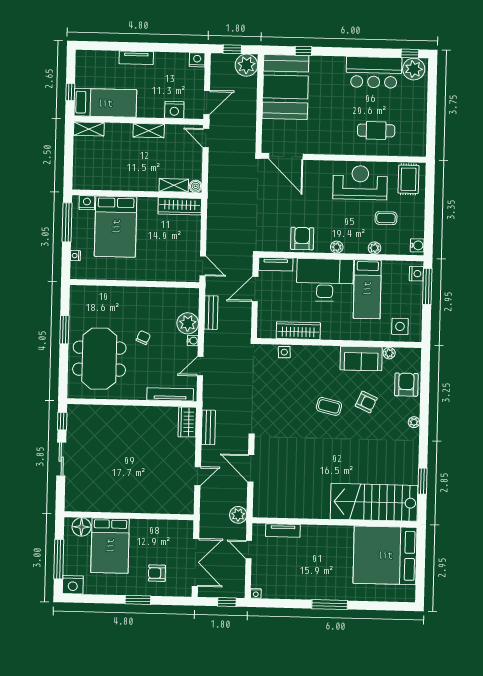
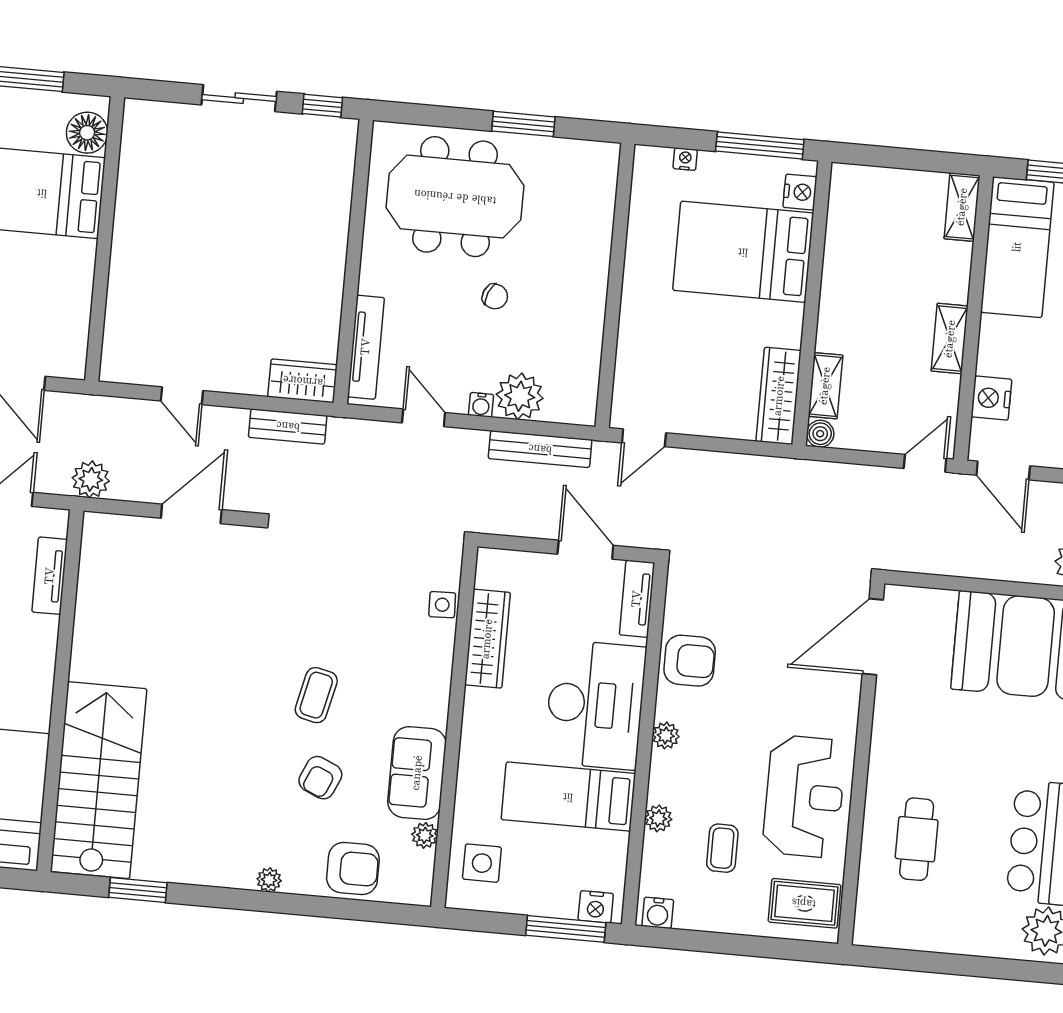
bench: (211, 313) -> (540, 449), width x1.36

